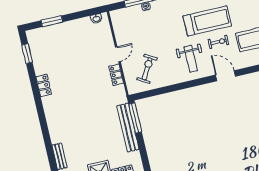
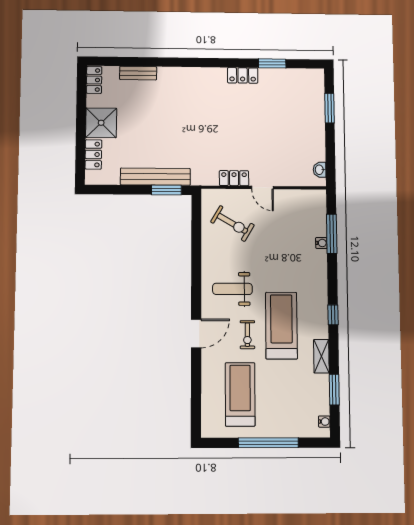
treadmill: (207, 21) -> (281, 326), turned 180
window: (27, 54) -> (272, 63), moved
window: (135, 118) -> (166, 190), width x0.69

